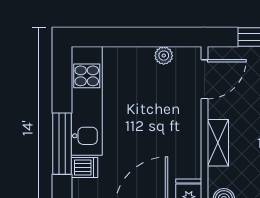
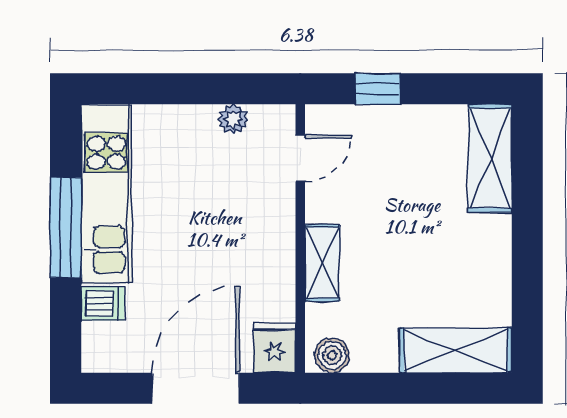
door: (205, 79) -> (300, 158), width x0.73
window: (62, 144) -> (66, 227), moved

